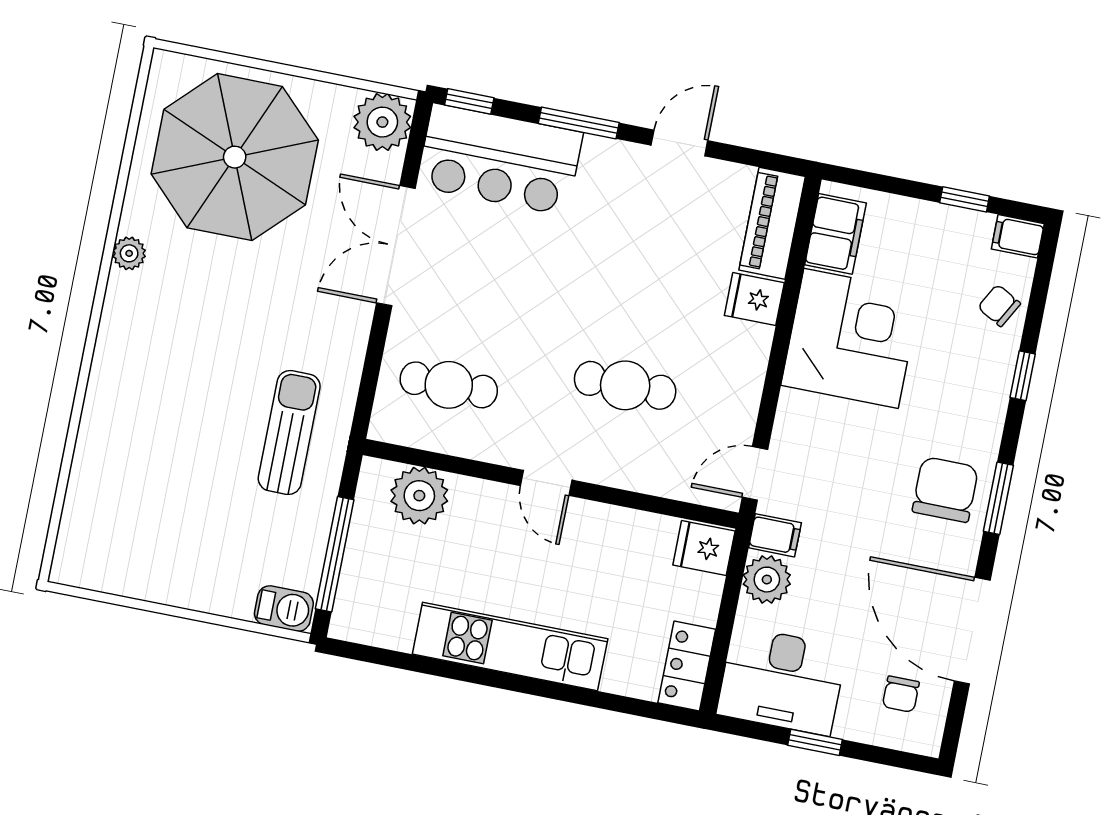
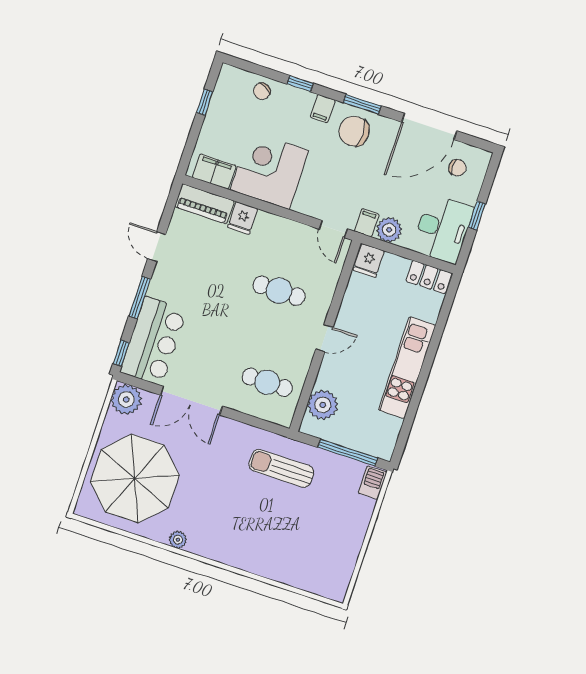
filing cabinet: (1018, 236) -> (323, 109), moved
cafe table: (449, 385) -> (267, 382), turned 90
cafe table: (625, 385) -> (279, 291), turned 90

